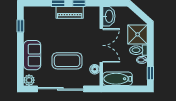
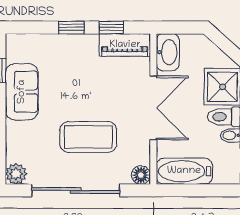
piano: (70, 12) -> (125, 45), moved
sofa: (32, 55) -> (22, 92), moved
floor lamp: (95, 69) -> (141, 175), moved

